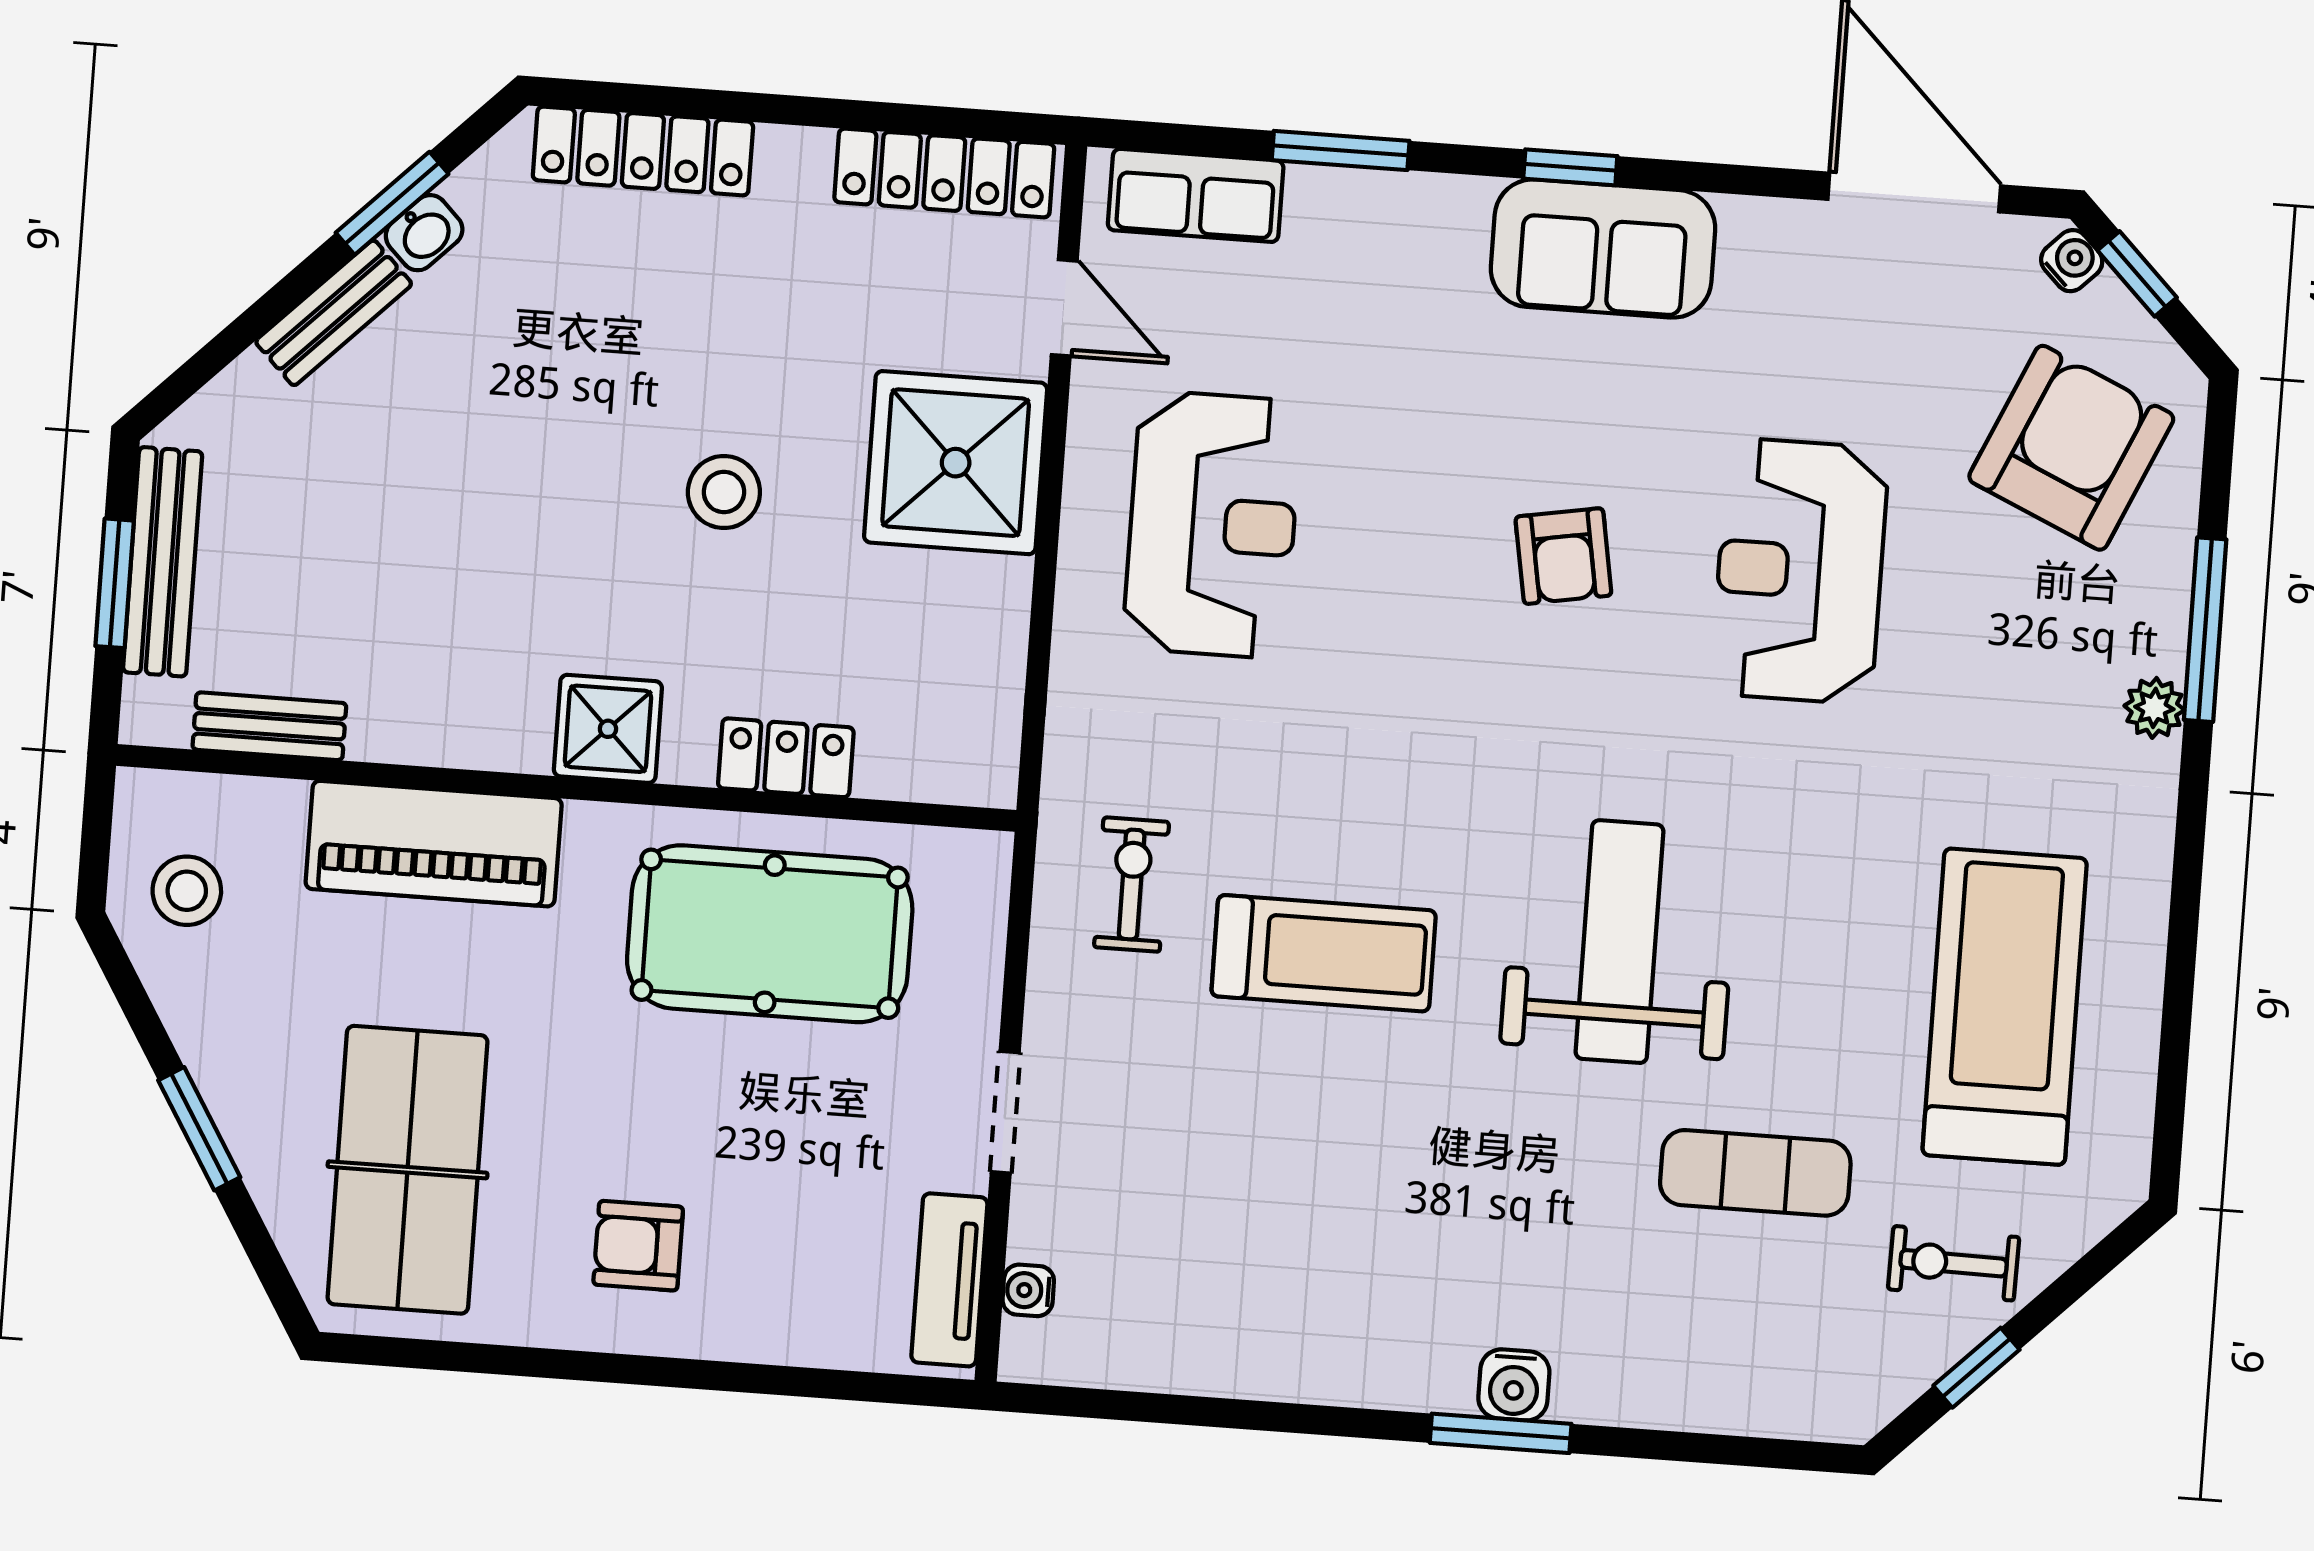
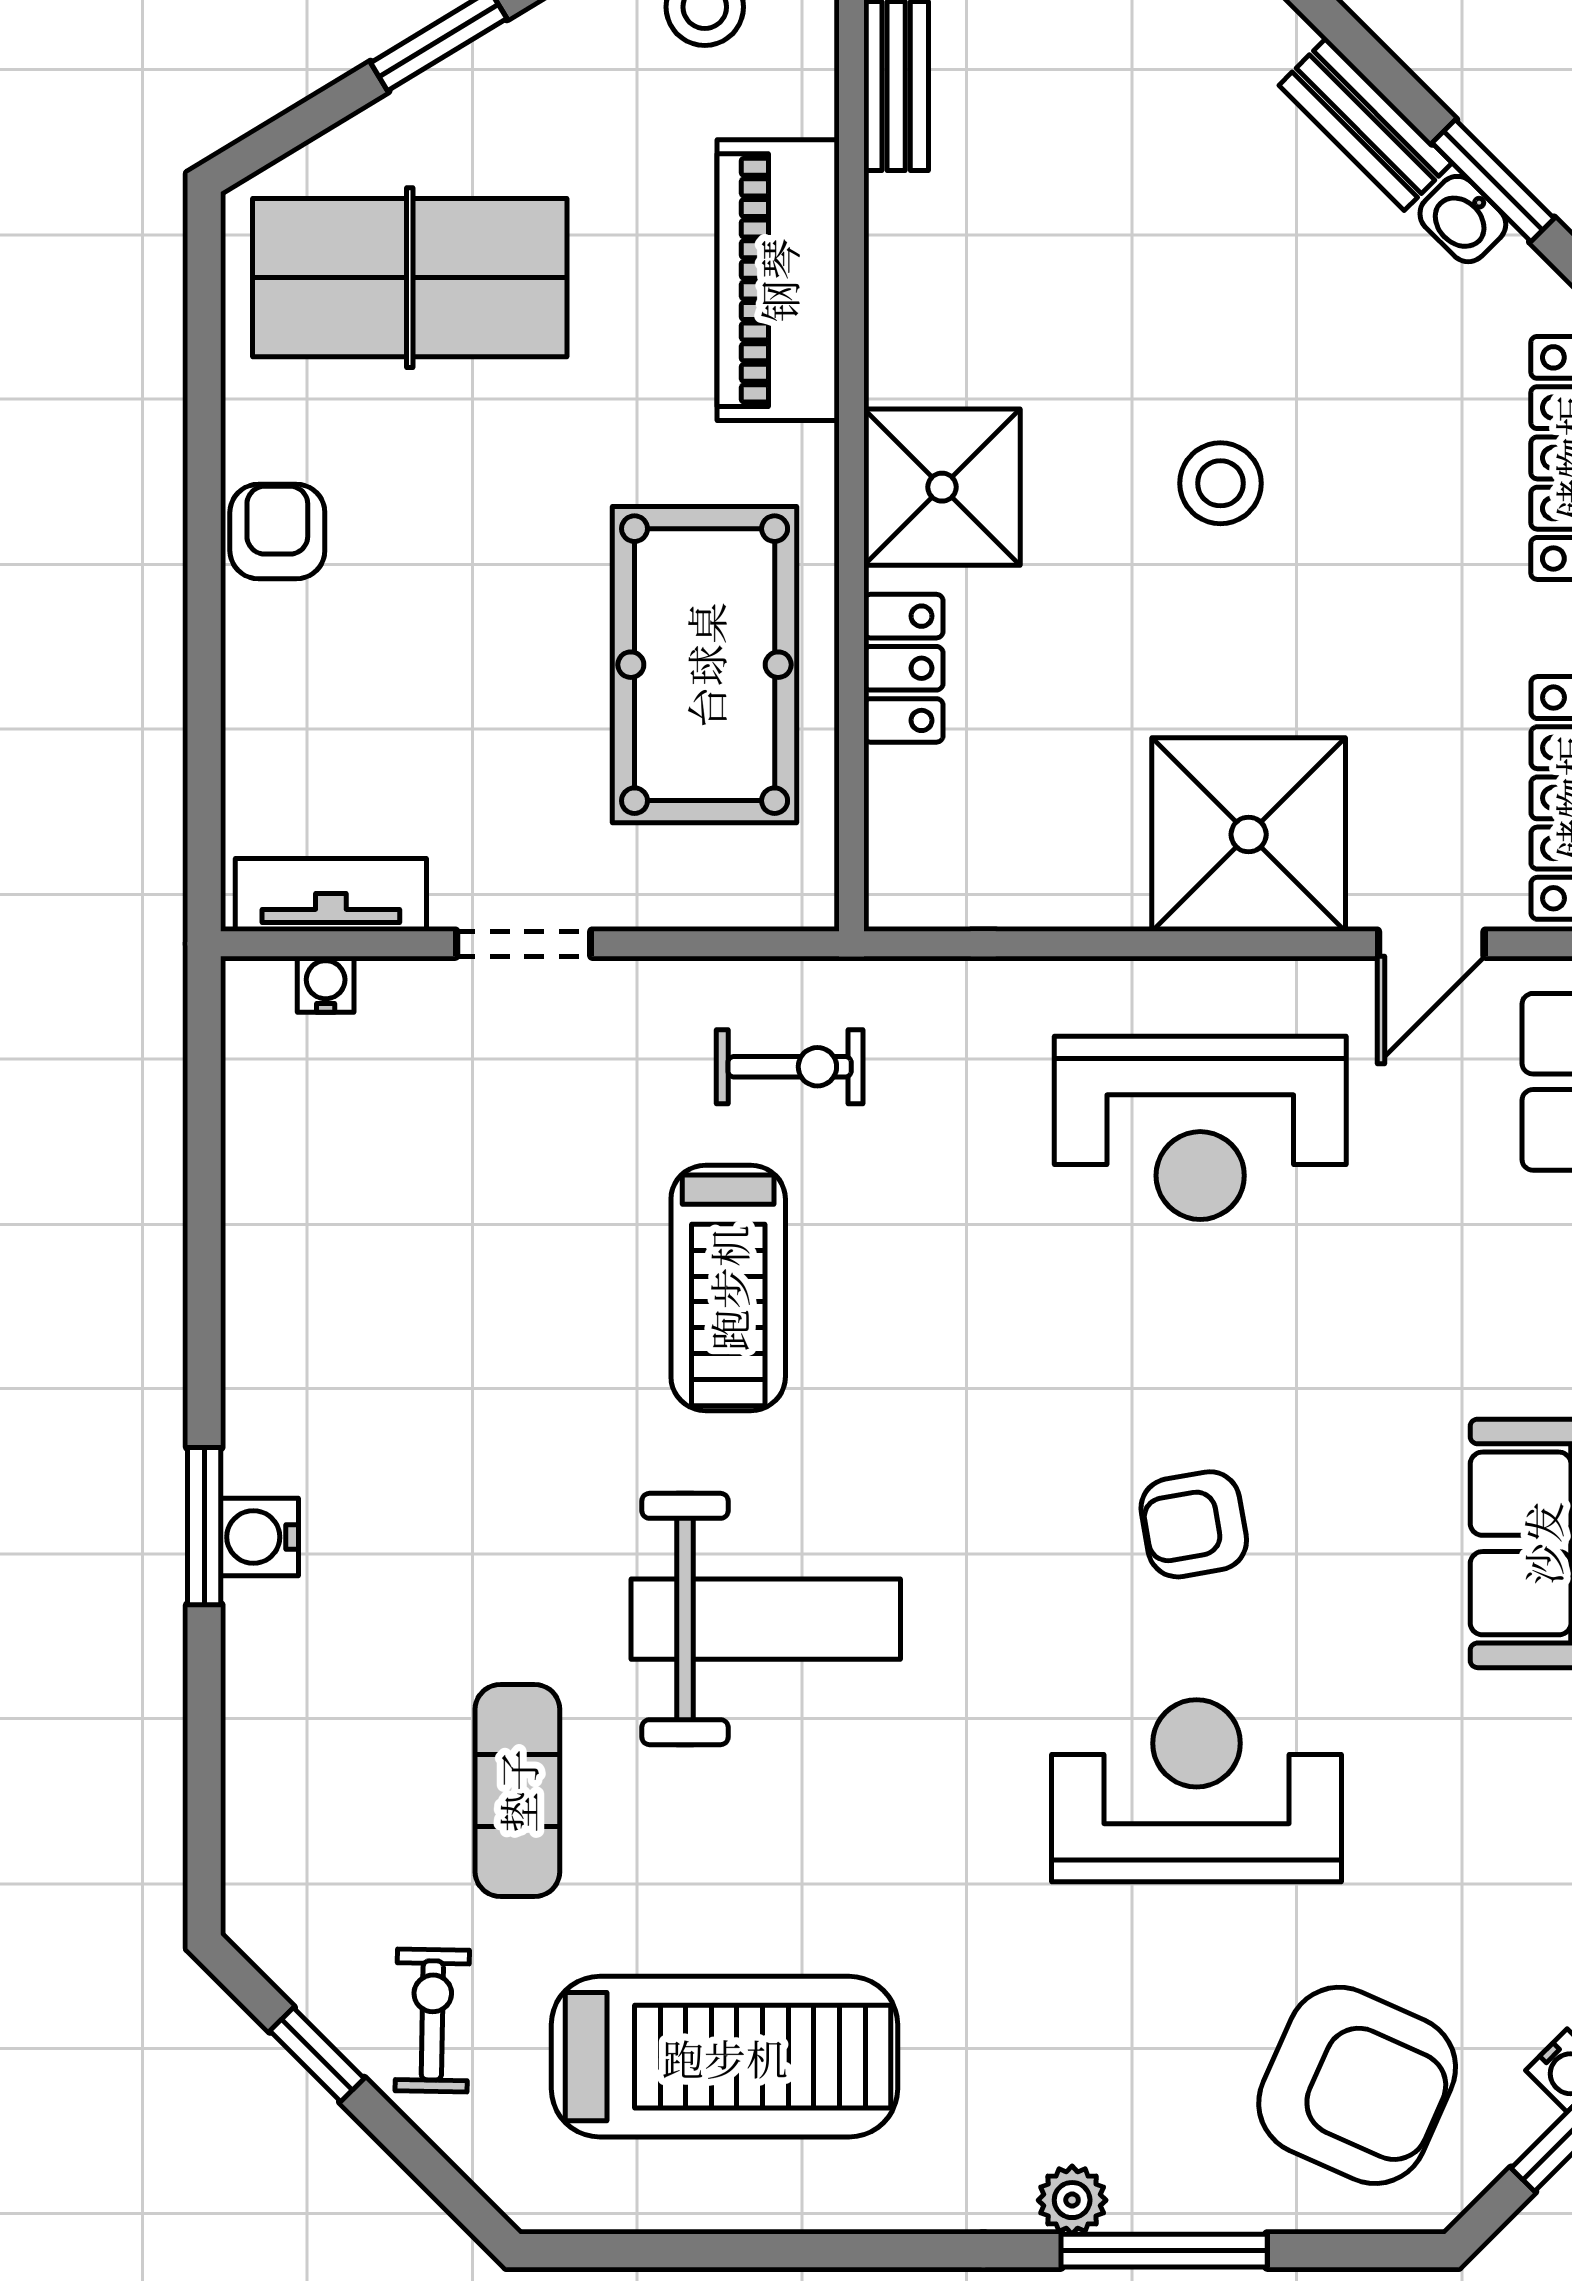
stool: (724, 492) -> (1220, 483), moved
shower: (608, 729) -> (942, 487), width x1.36, depth x1.36
armchair: (638, 1246) -> (277, 532), moved

